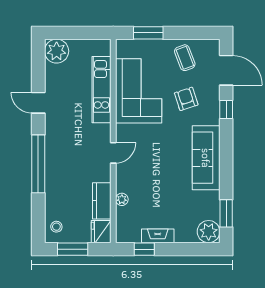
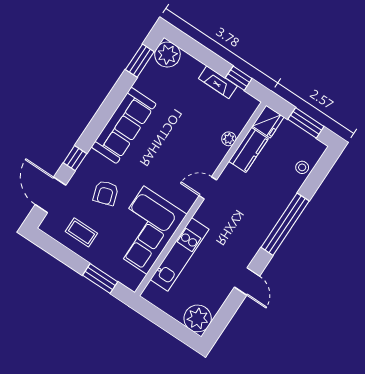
coffee table: (185, 58) -> (81, 232), turned -69
stool: (56, 227) -> (302, 167), moved

